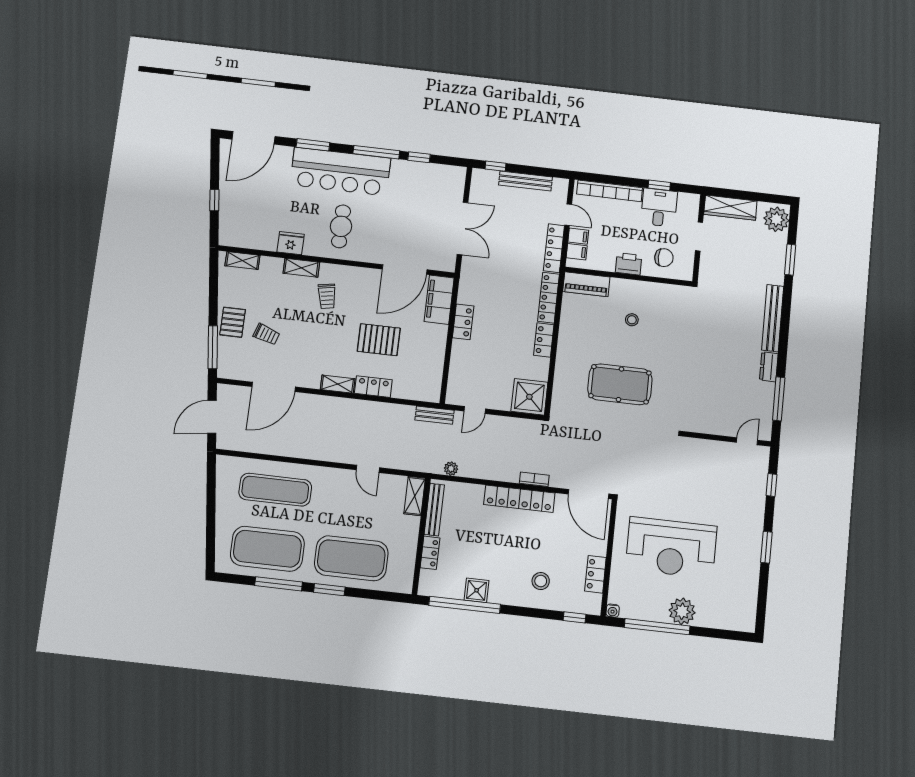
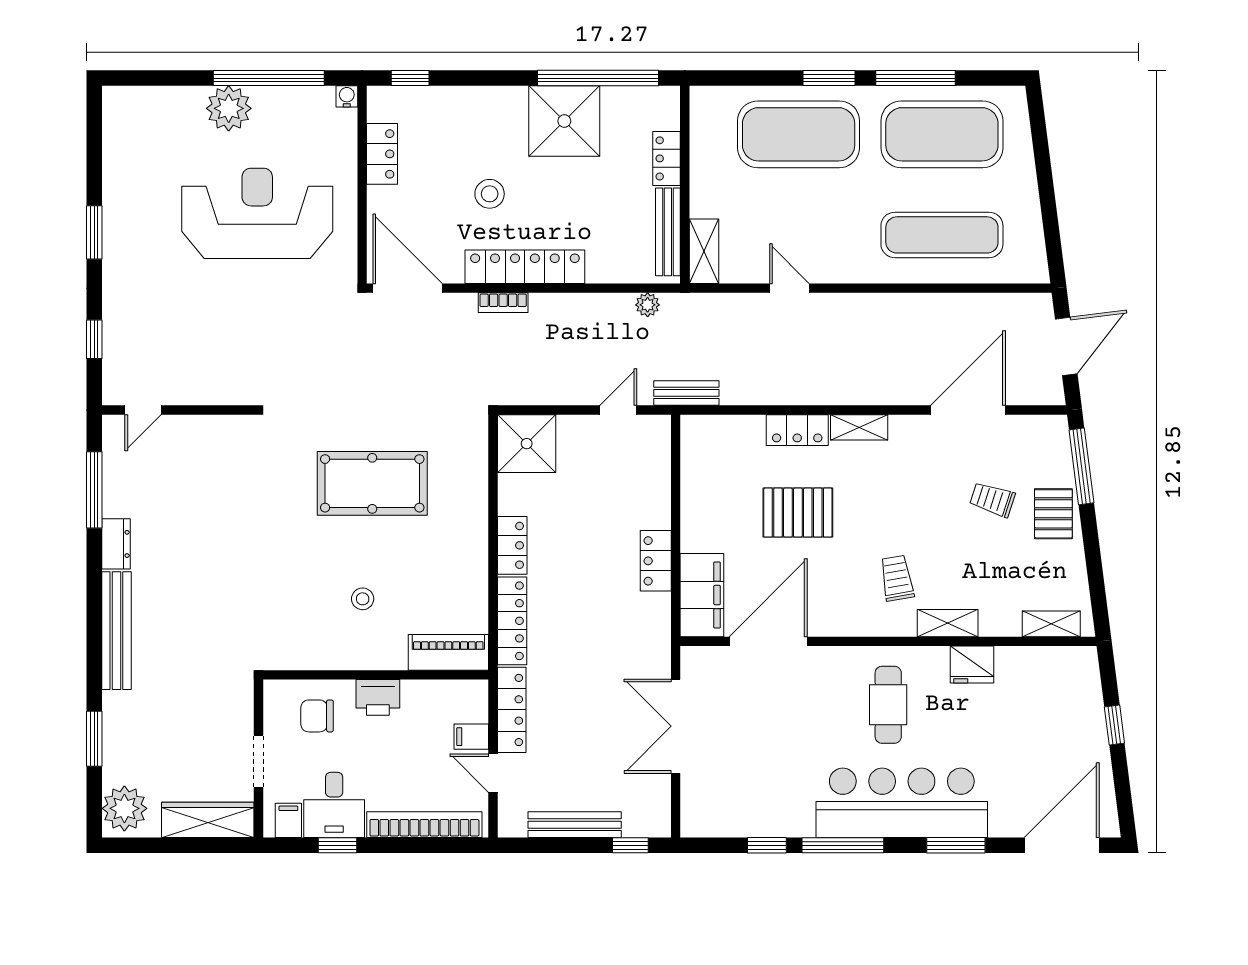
filing cabinet: (577, 252) -> (288, 820), moved, turned 90
stool: (541, 581) -> (490, 194), moved
shower: (477, 590) -> (564, 121), width x1.86, depth x1.86

